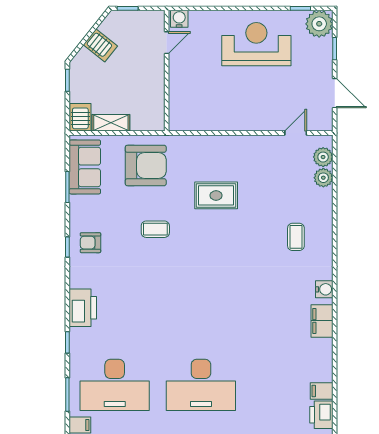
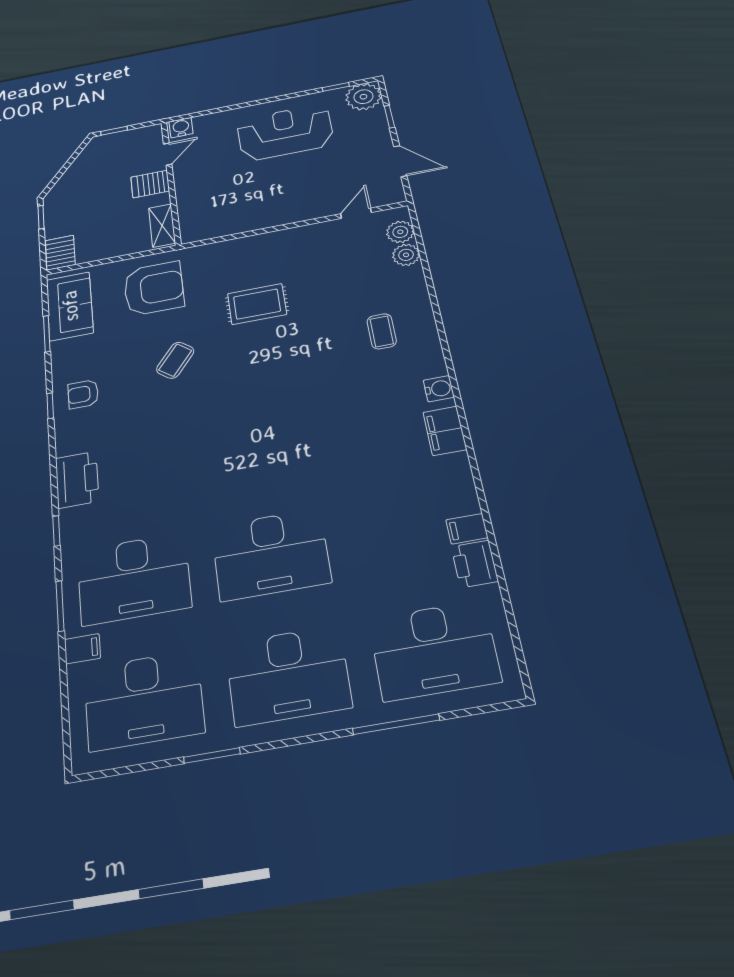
server rack: (100, 45) -> (150, 184), moved, turned 141
shelving: (111, 123) -> (162, 226), moved, turned 90
coffee table: (155, 229) -> (175, 360), turned -52

